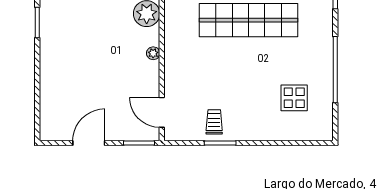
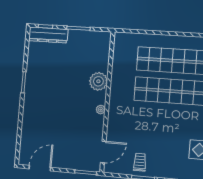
door: (162, 112) -> (103, 152), swing flipped
door: (89, 143) -> (40, 168), moved

